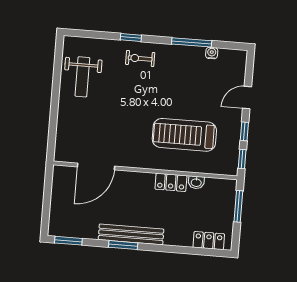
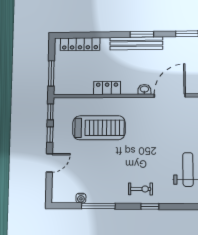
washbasin: (196, 182) -> (144, 89), moved
locker: (209, 241) -> (80, 44), width x1.53

